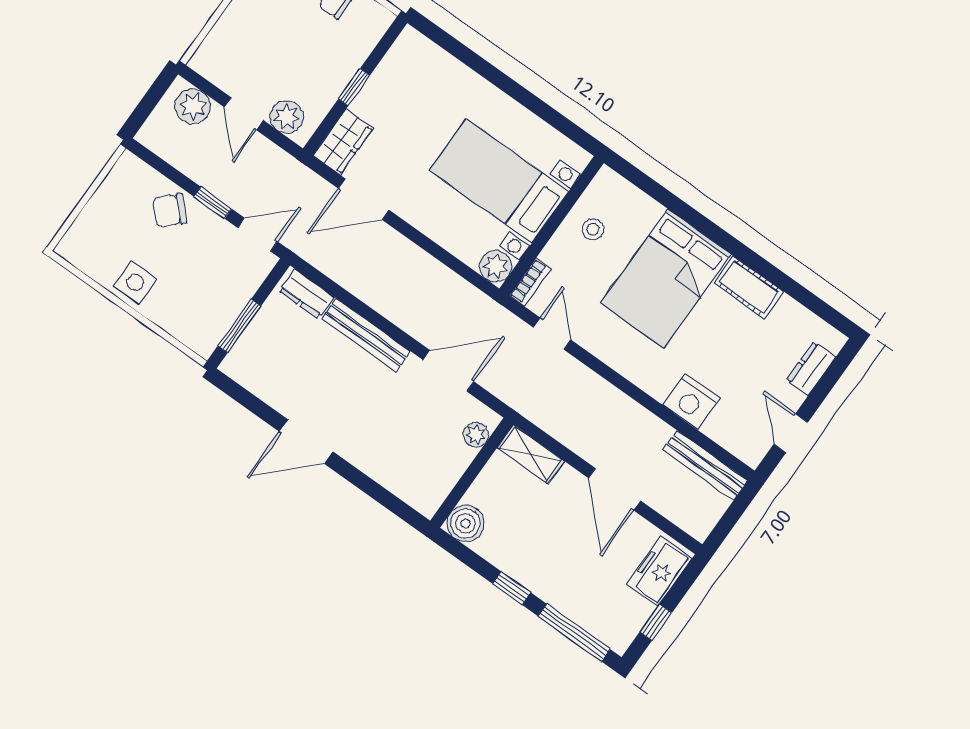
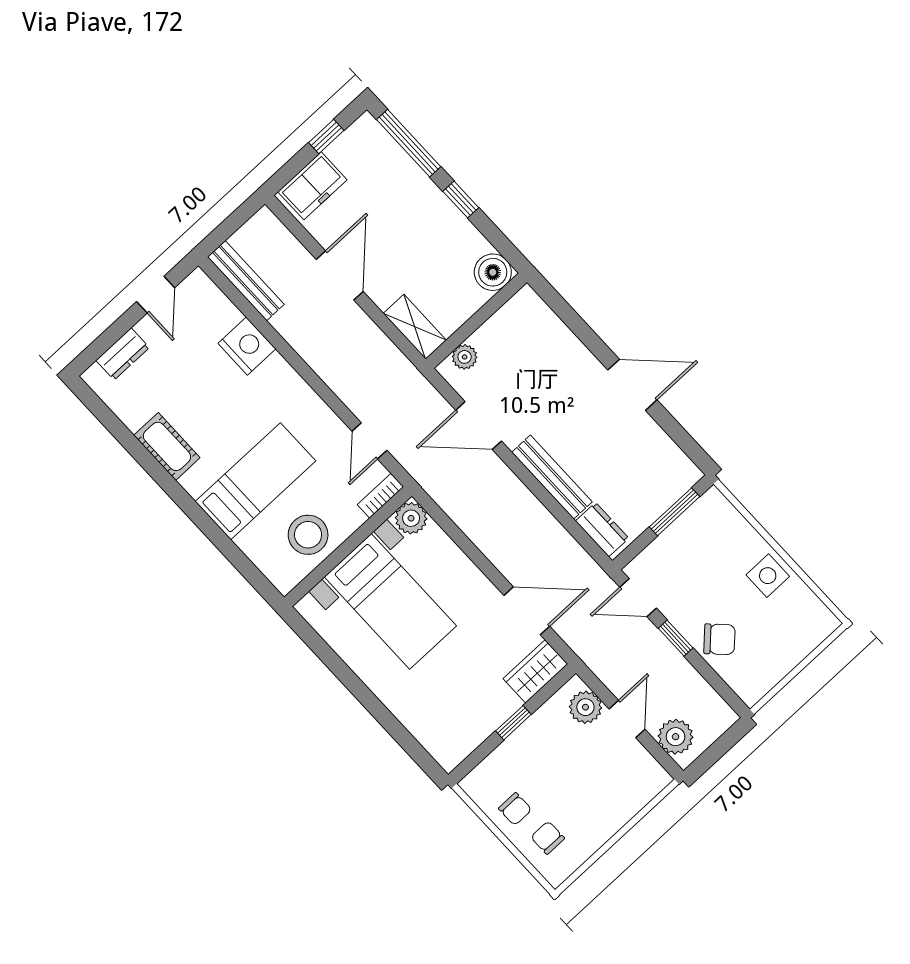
stool: (593, 229) -> (308, 535), width x1.89, depth x1.89
bed: (666, 279) -> (255, 481), width x0.67

